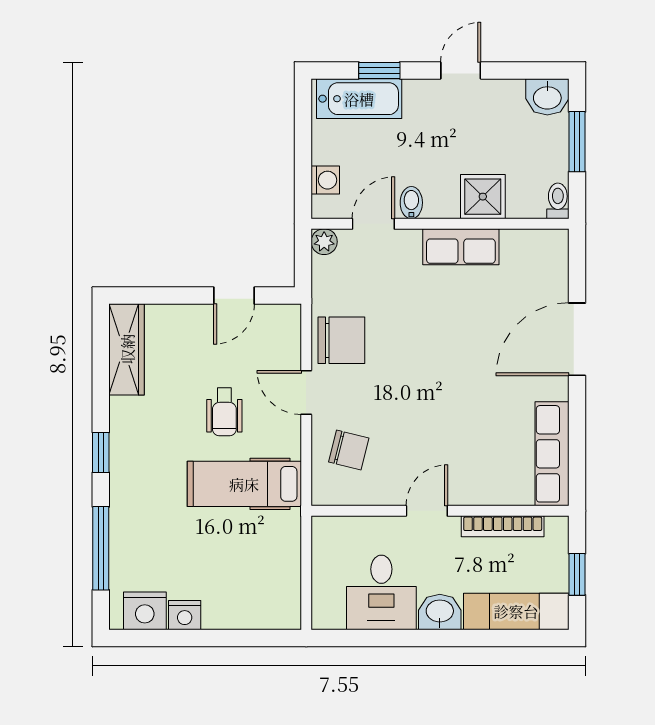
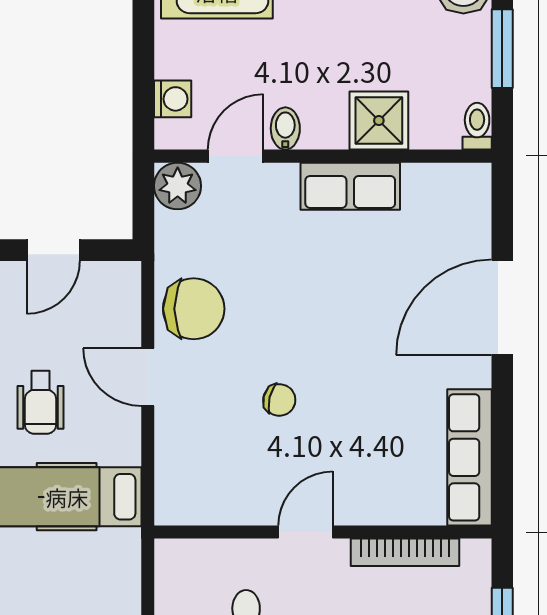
plant: (324, 242) -> (178, 186), width x1.38, depth x1.38
chair: (349, 450) -> (279, 400), moved, width x0.73, depth x0.73

